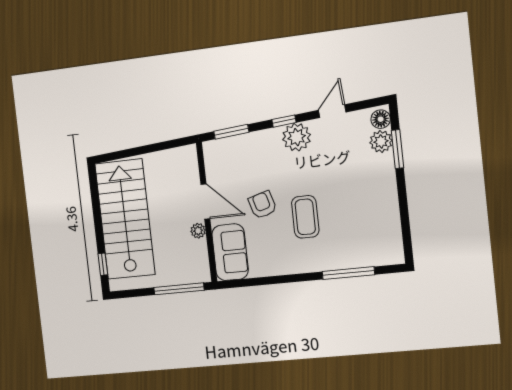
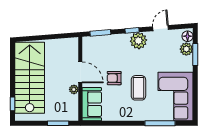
armchair: (262, 205) -> (114, 78), turned -74
corner sofa: (371, 225) -> (176, 97), added
window: (179, 289) -> (58, 123), width x0.69

